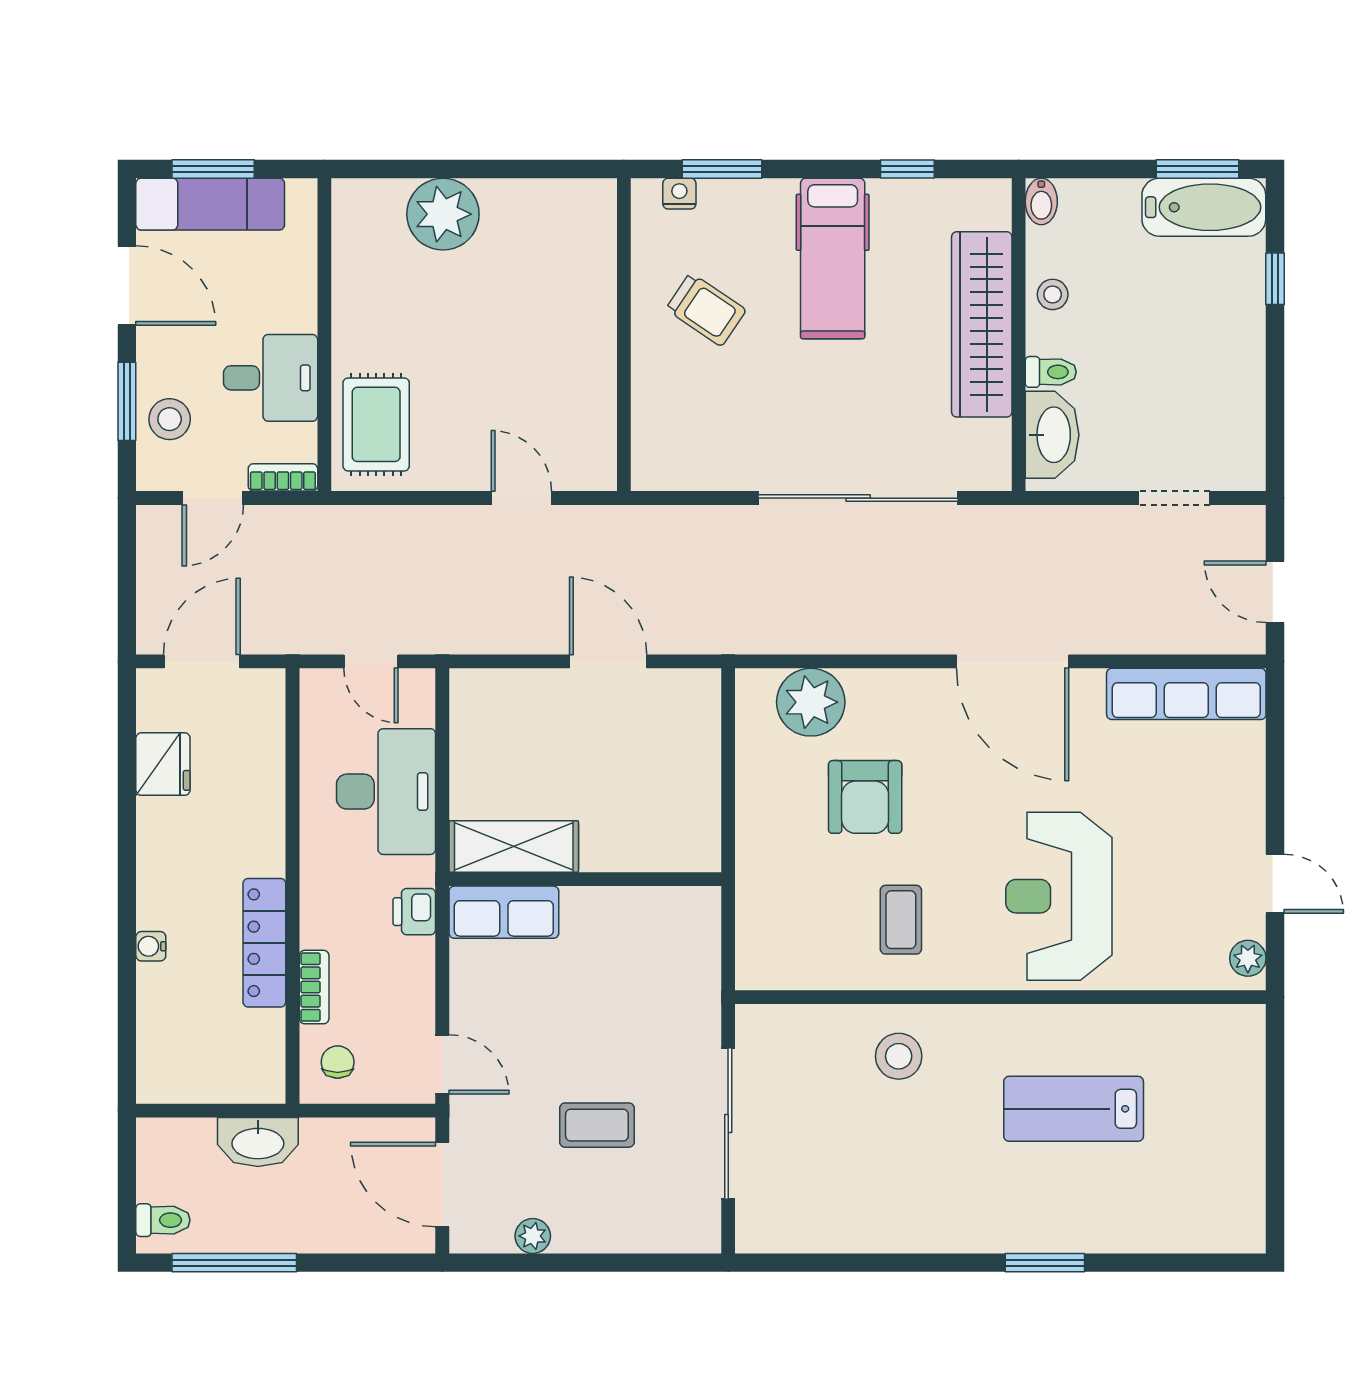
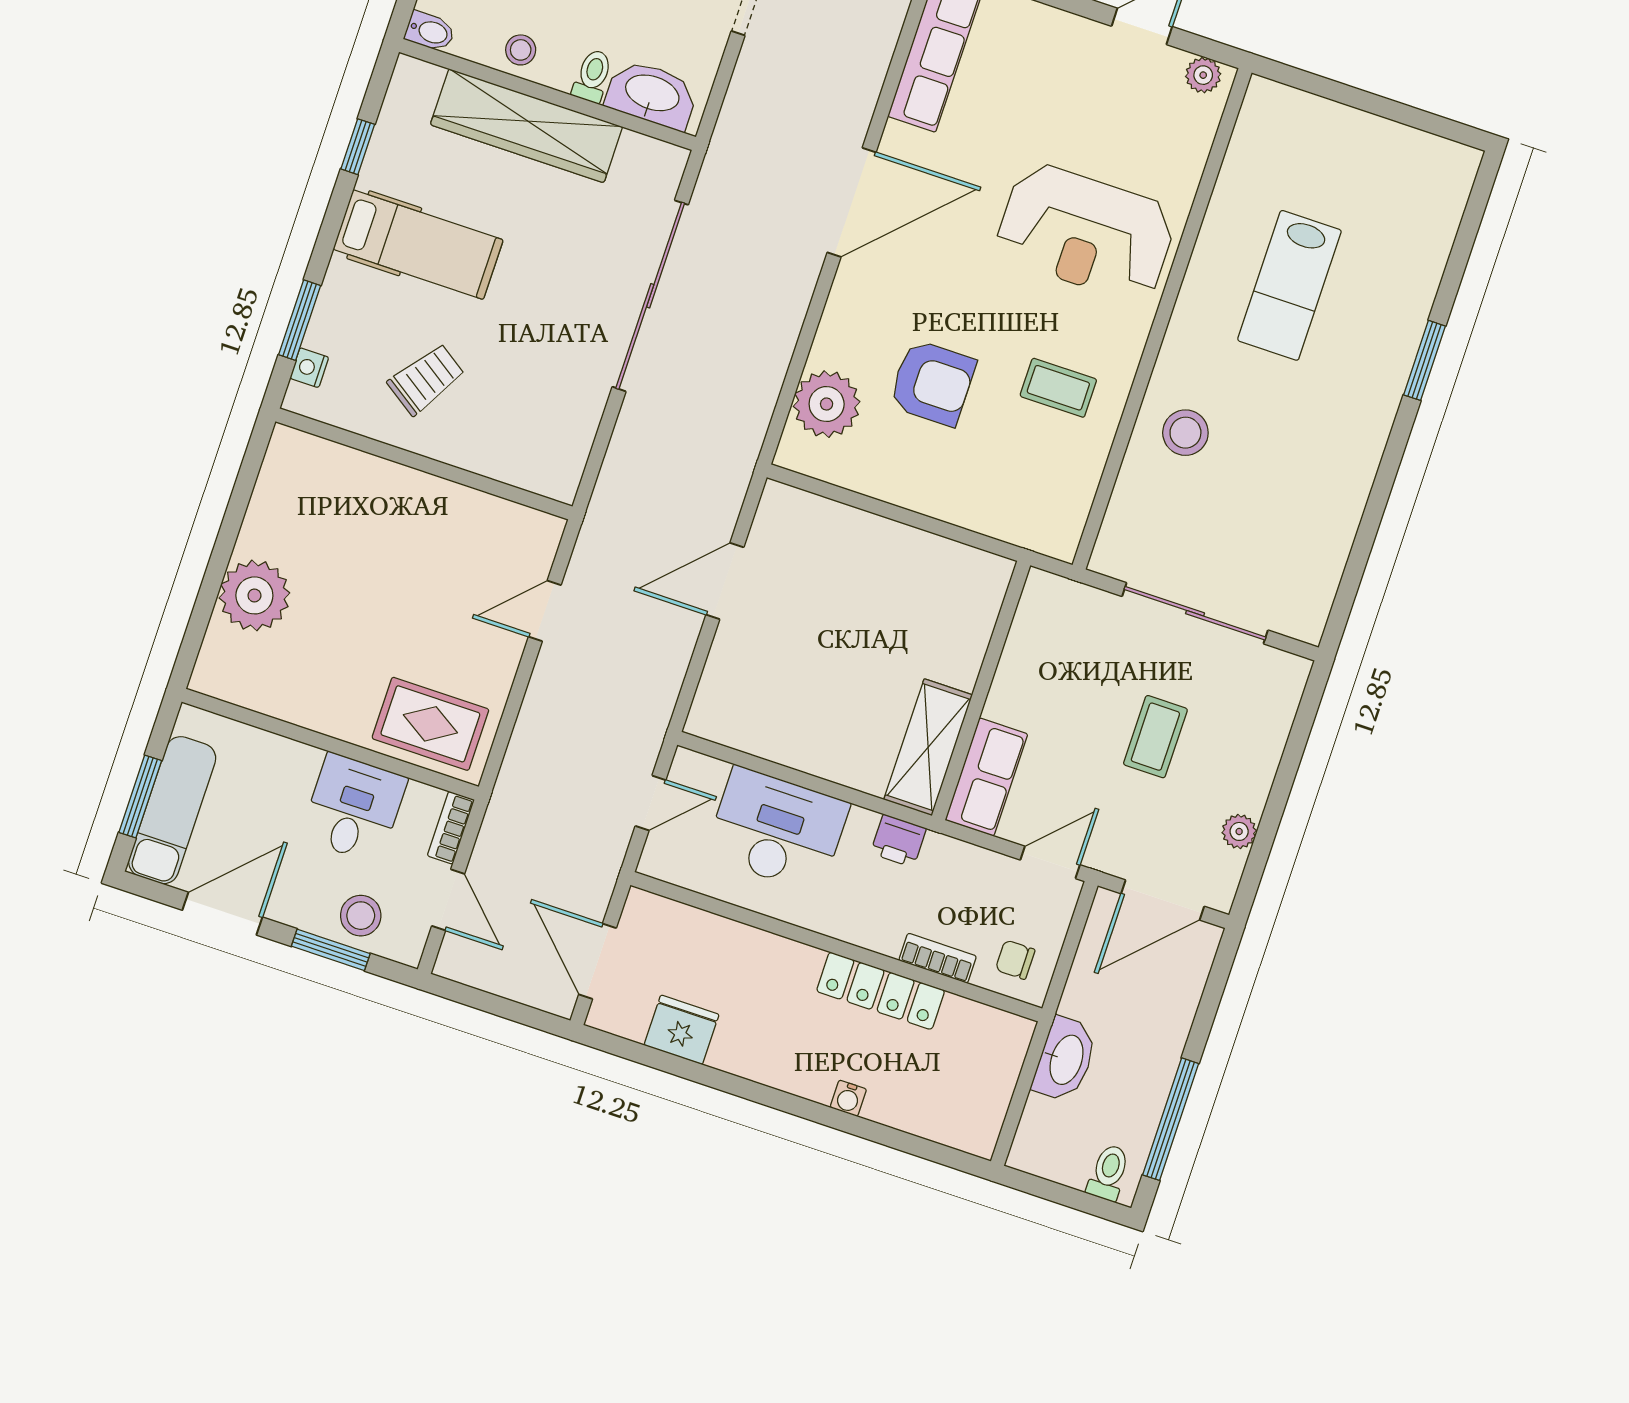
shelving: (514, 847) -> (928, 747), moved
wall: (585, 879) -> (981, 690), moved
row of seats: (504, 912) -> (986, 777), moved

